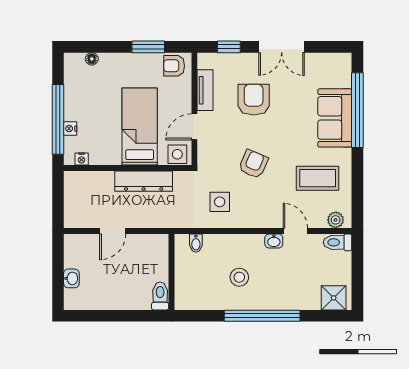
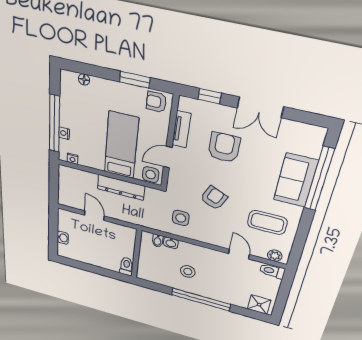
door: (113, 231) -> (94, 216), swing flipped
washbasin: (274, 241) -> (171, 243), moved

